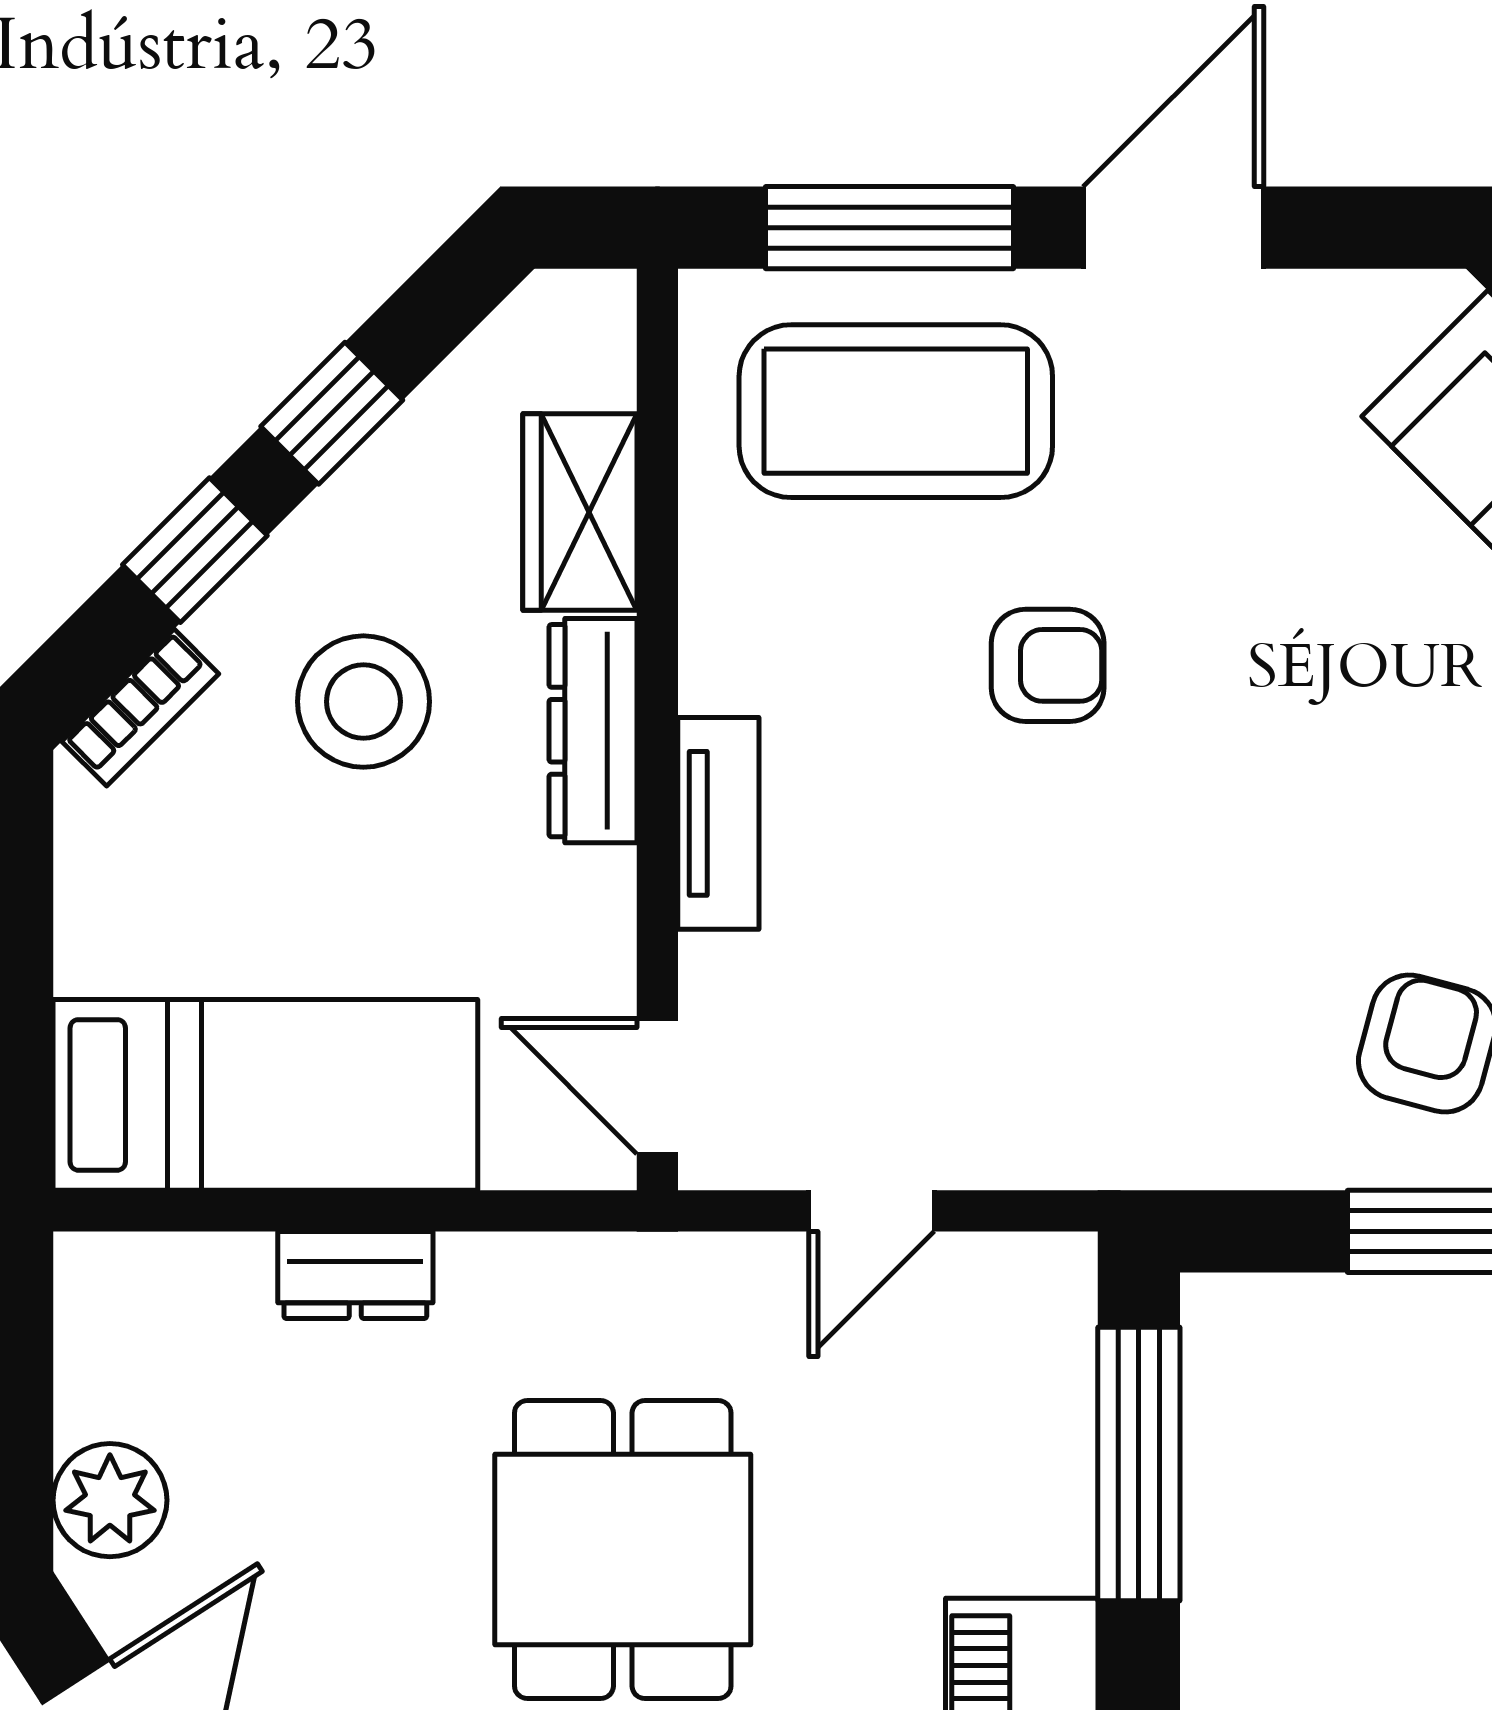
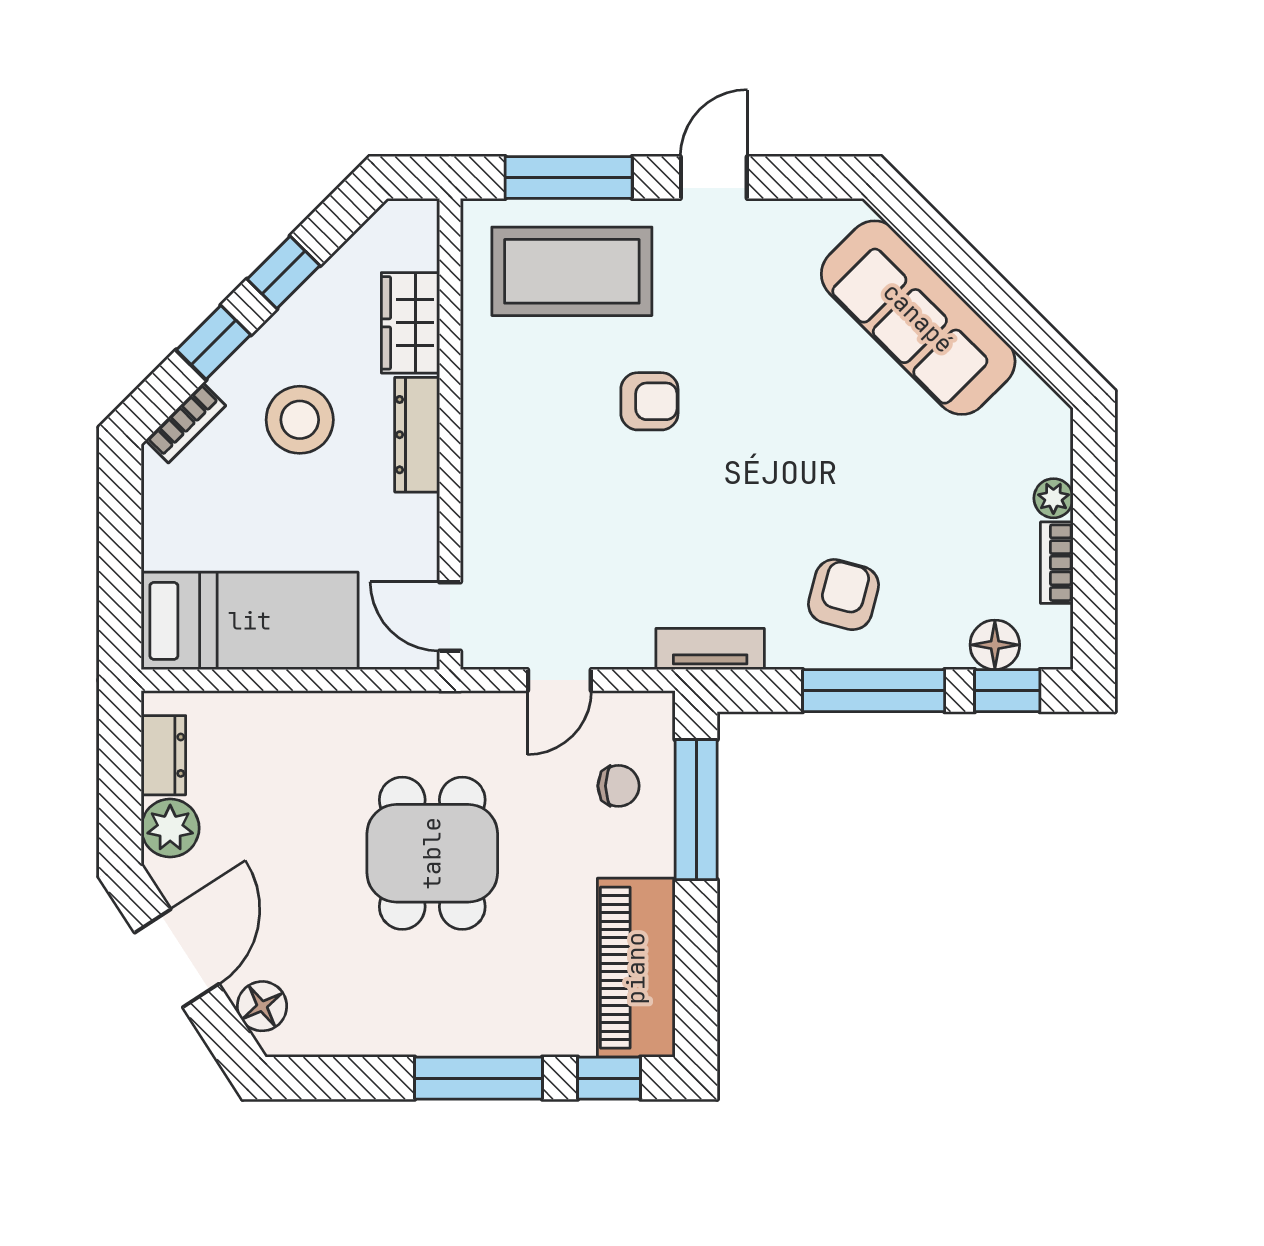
door: (1173, 228) -> (714, 178), width x0.73
tv unit: (718, 823) -> (710, 649), moved, turned -90
dresser: (355, 1275) -> (163, 755), moved, turned -90
chair: (987, 1418) -> (618, 786), added

